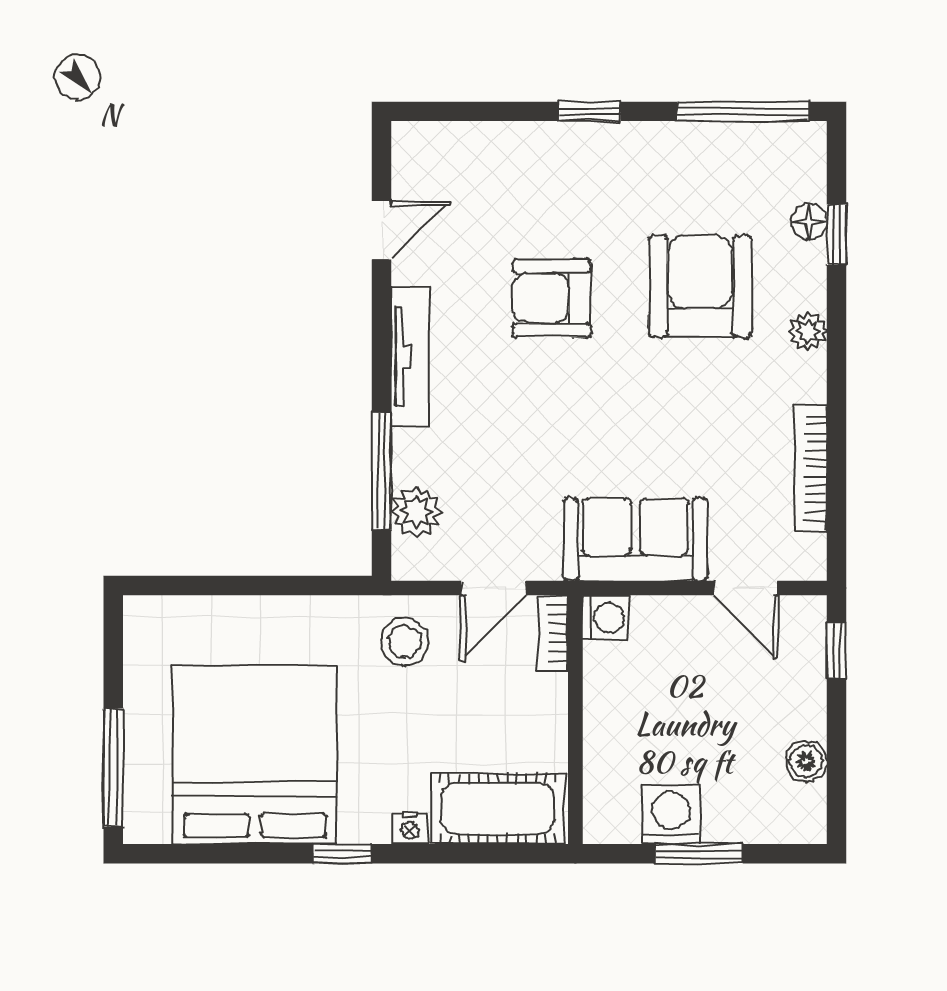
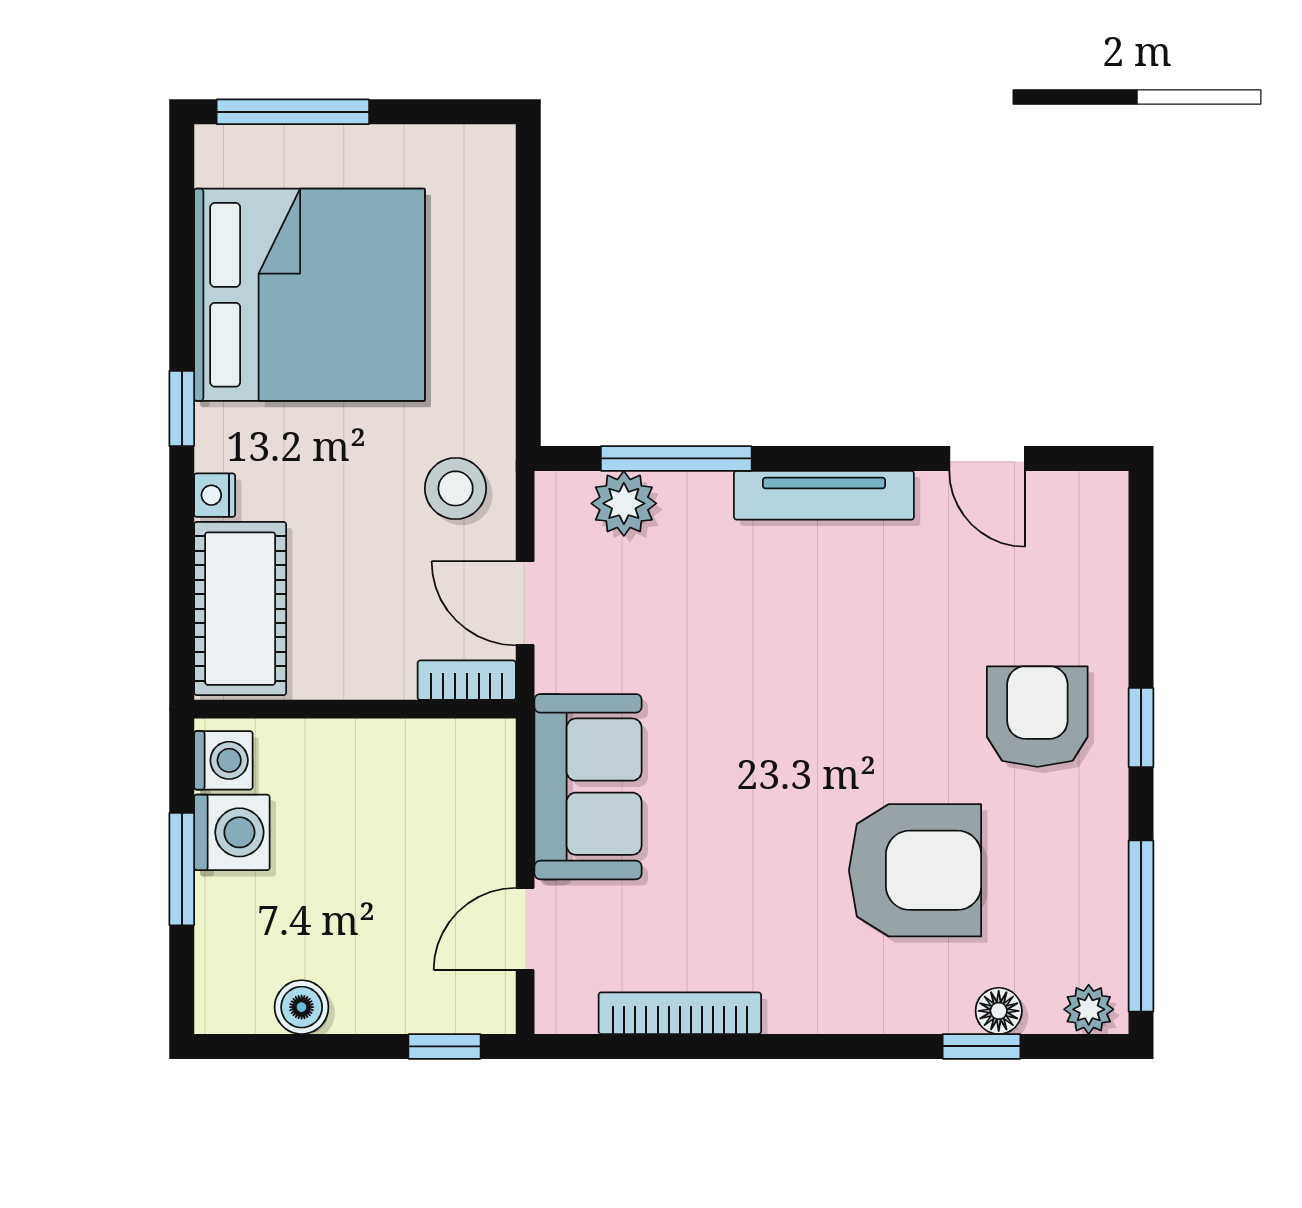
armchair: (552, 298) -> (1037, 717), moved
plant: (808, 331) -> (1089, 1009), moved
washing machine: (605, 618) -> (223, 760), moved, turned -90

